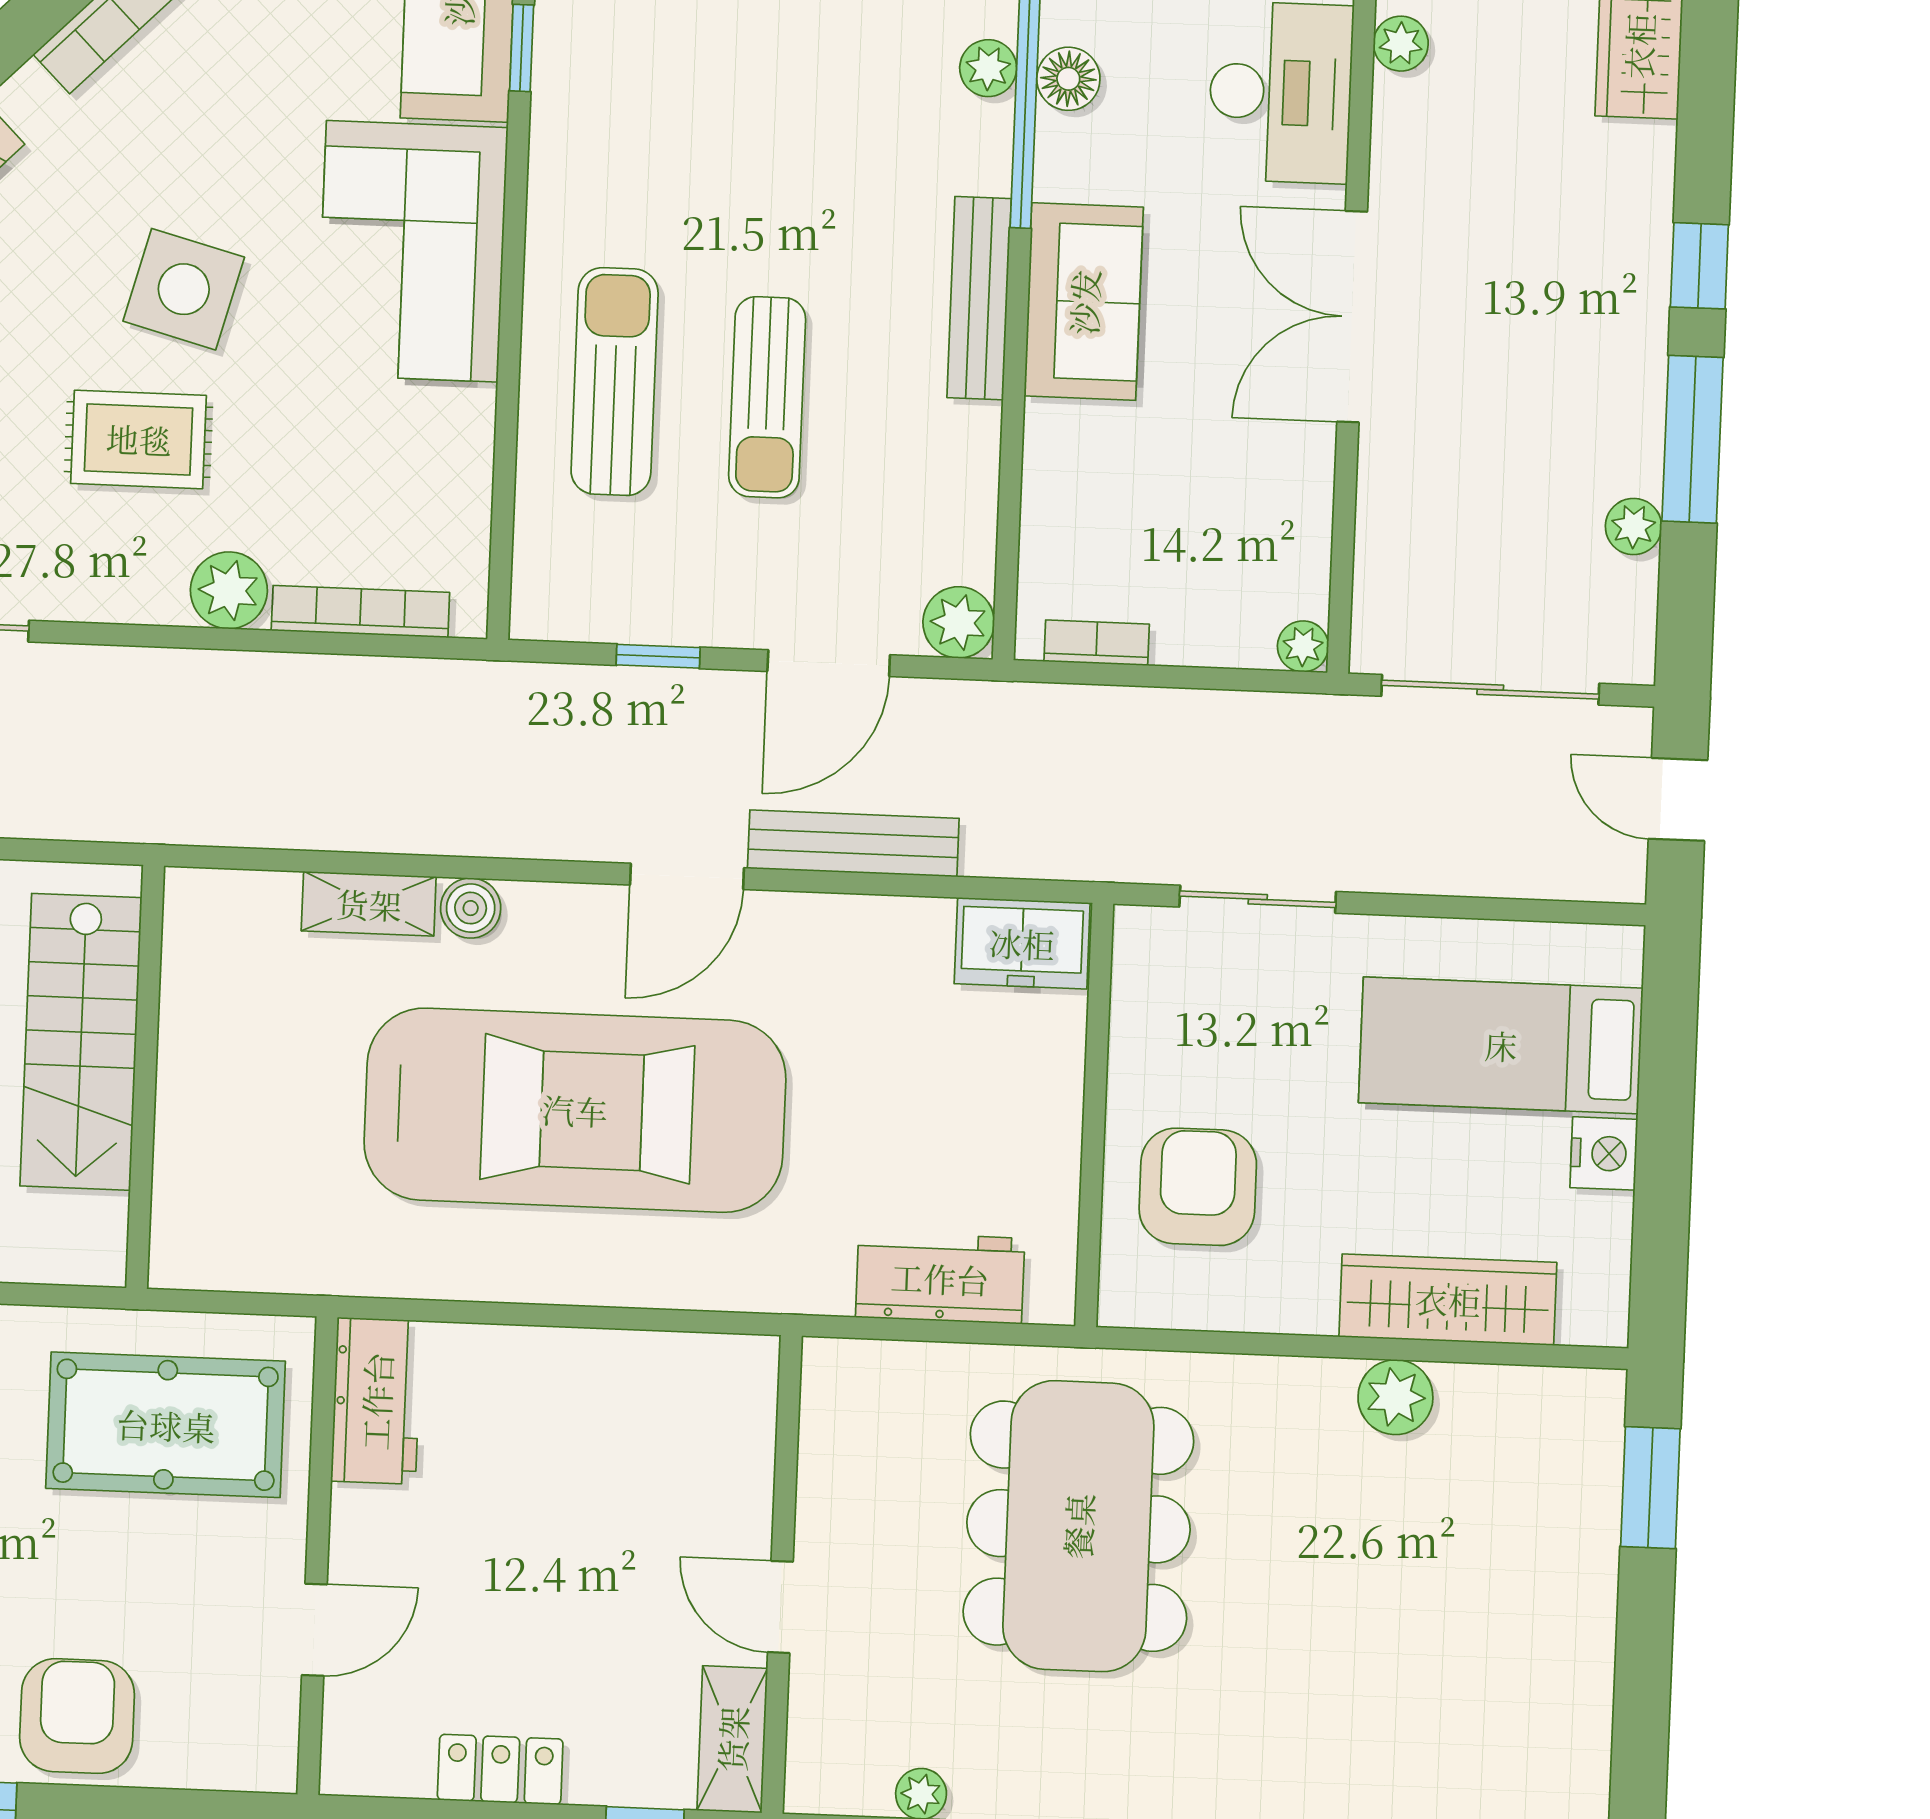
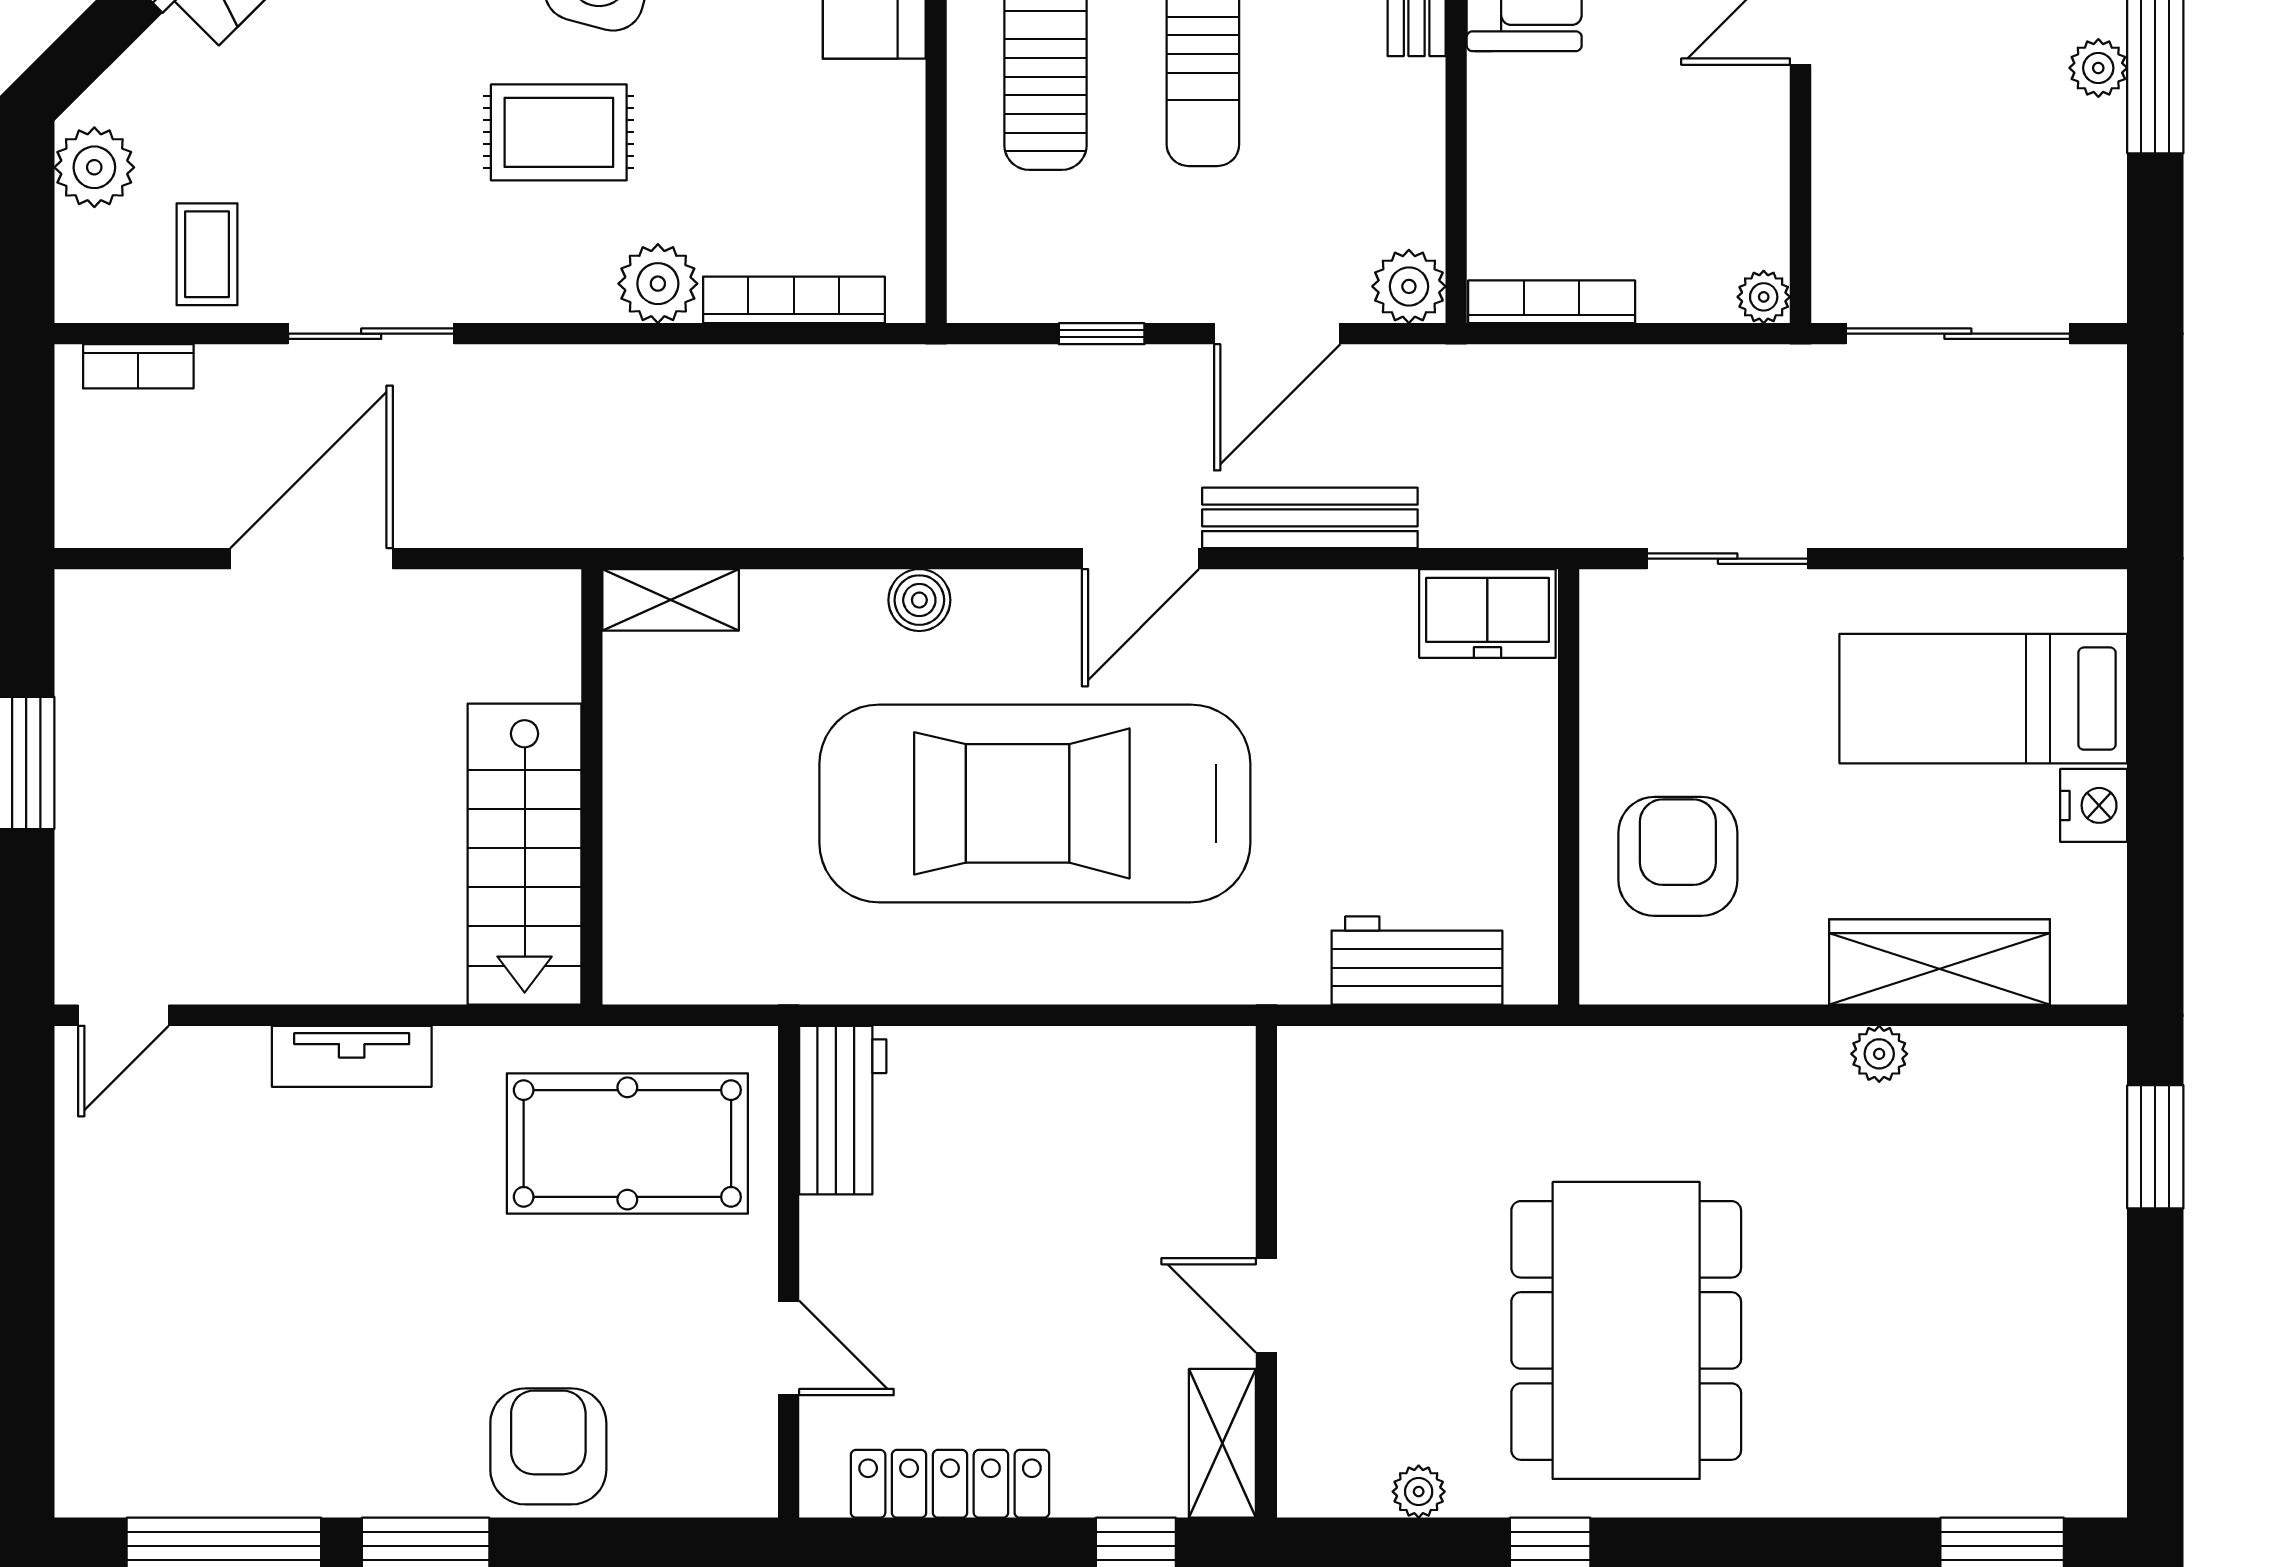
plant: (1633, 526) -> (2098, 68), moved
bookcase: (1097, 643) -> (1552, 302), width x1.56
door: (1678, 799) -> (2155, 439), removed
shelving: (369, 904) -> (671, 600), moved
stairs: (81, 1042) -> (525, 854), moved
car: (575, 1110) -> (1035, 803), turned 180
plant: (1395, 1397) -> (1879, 1054), width x0.73, depth x0.73
dining table: (1078, 1526) -> (1626, 1330), moved
door: (314, 1630) -> (789, 1348), hinge flipped
locker: (500, 1769) -> (950, 1484), width x1.53

